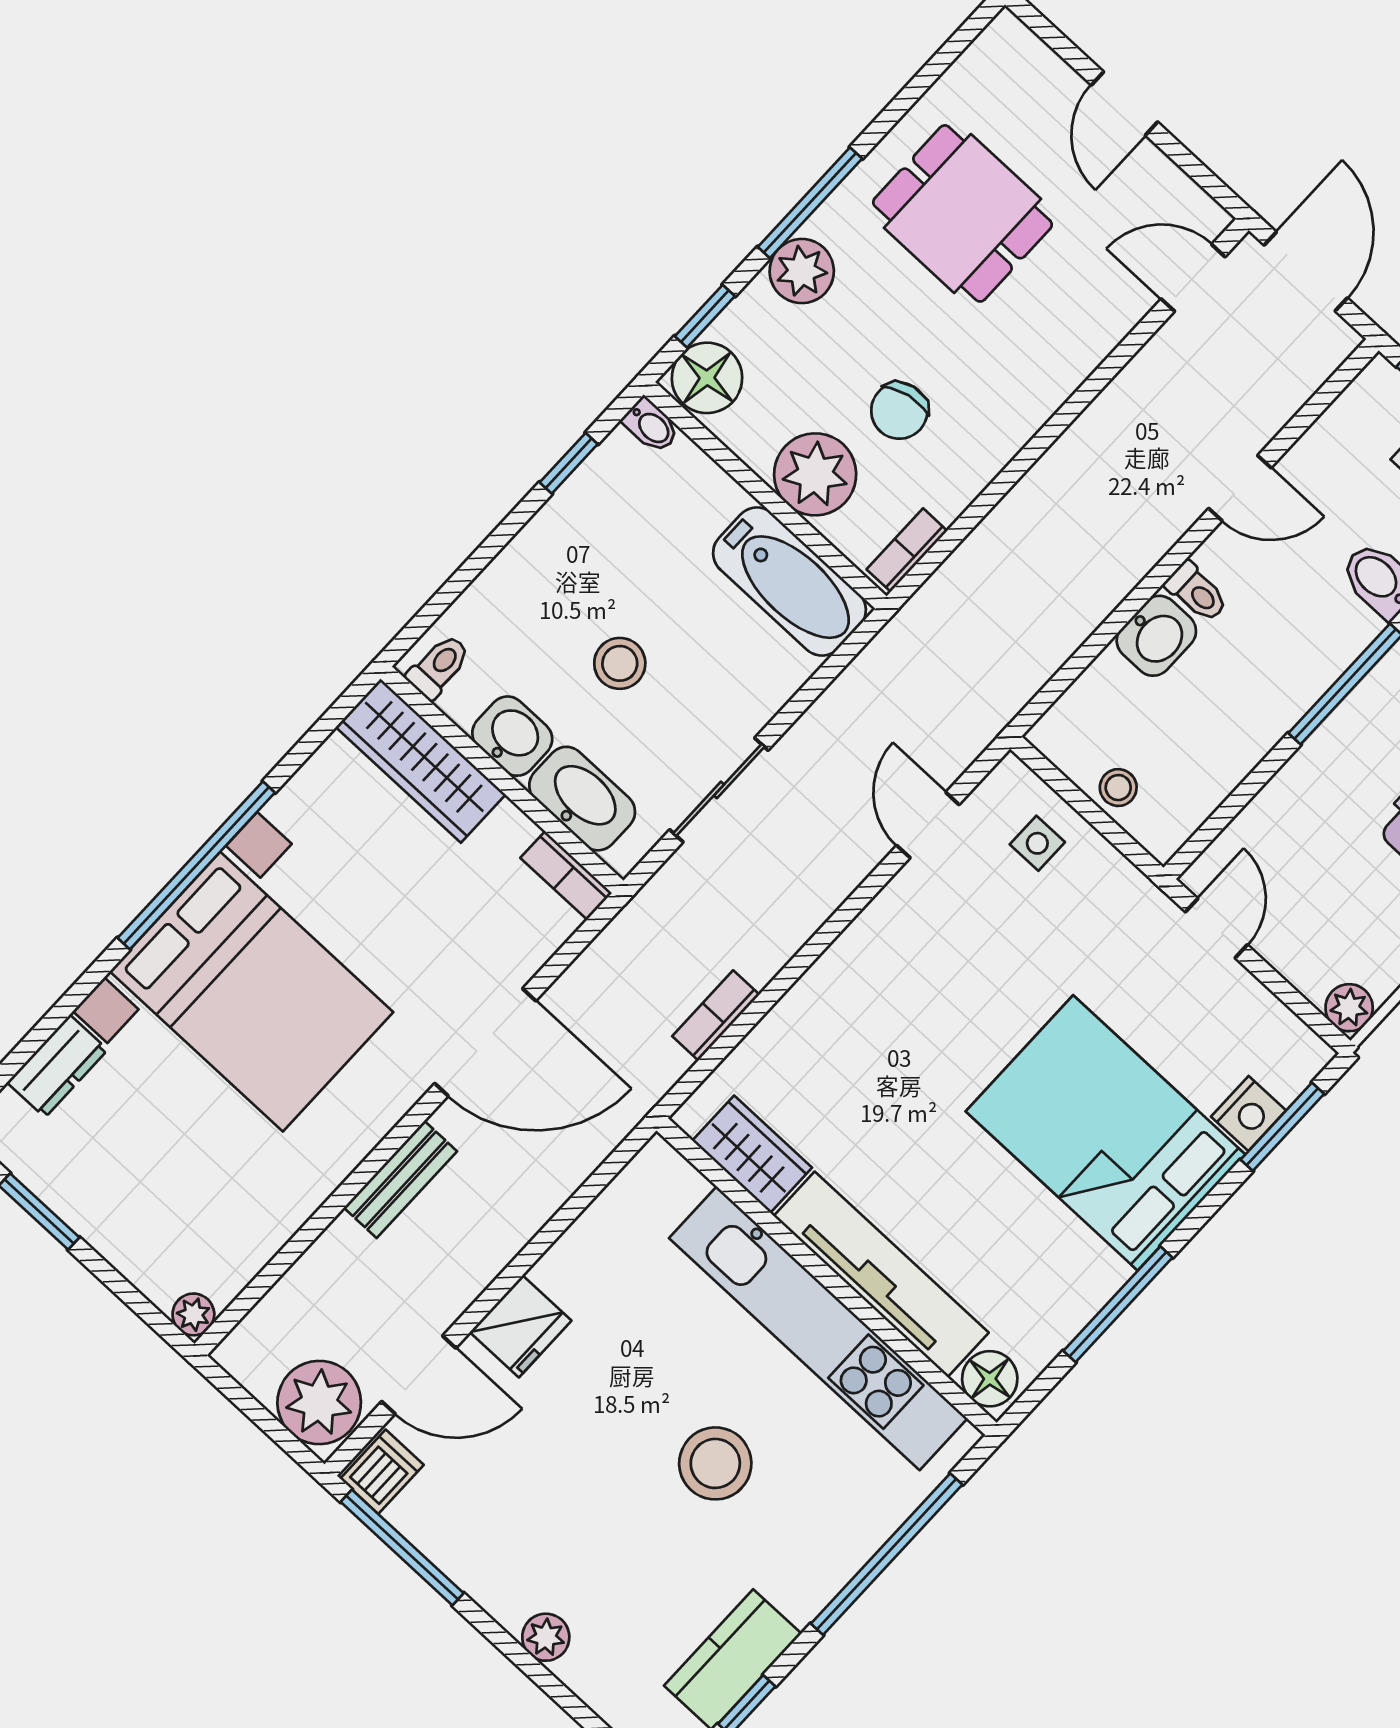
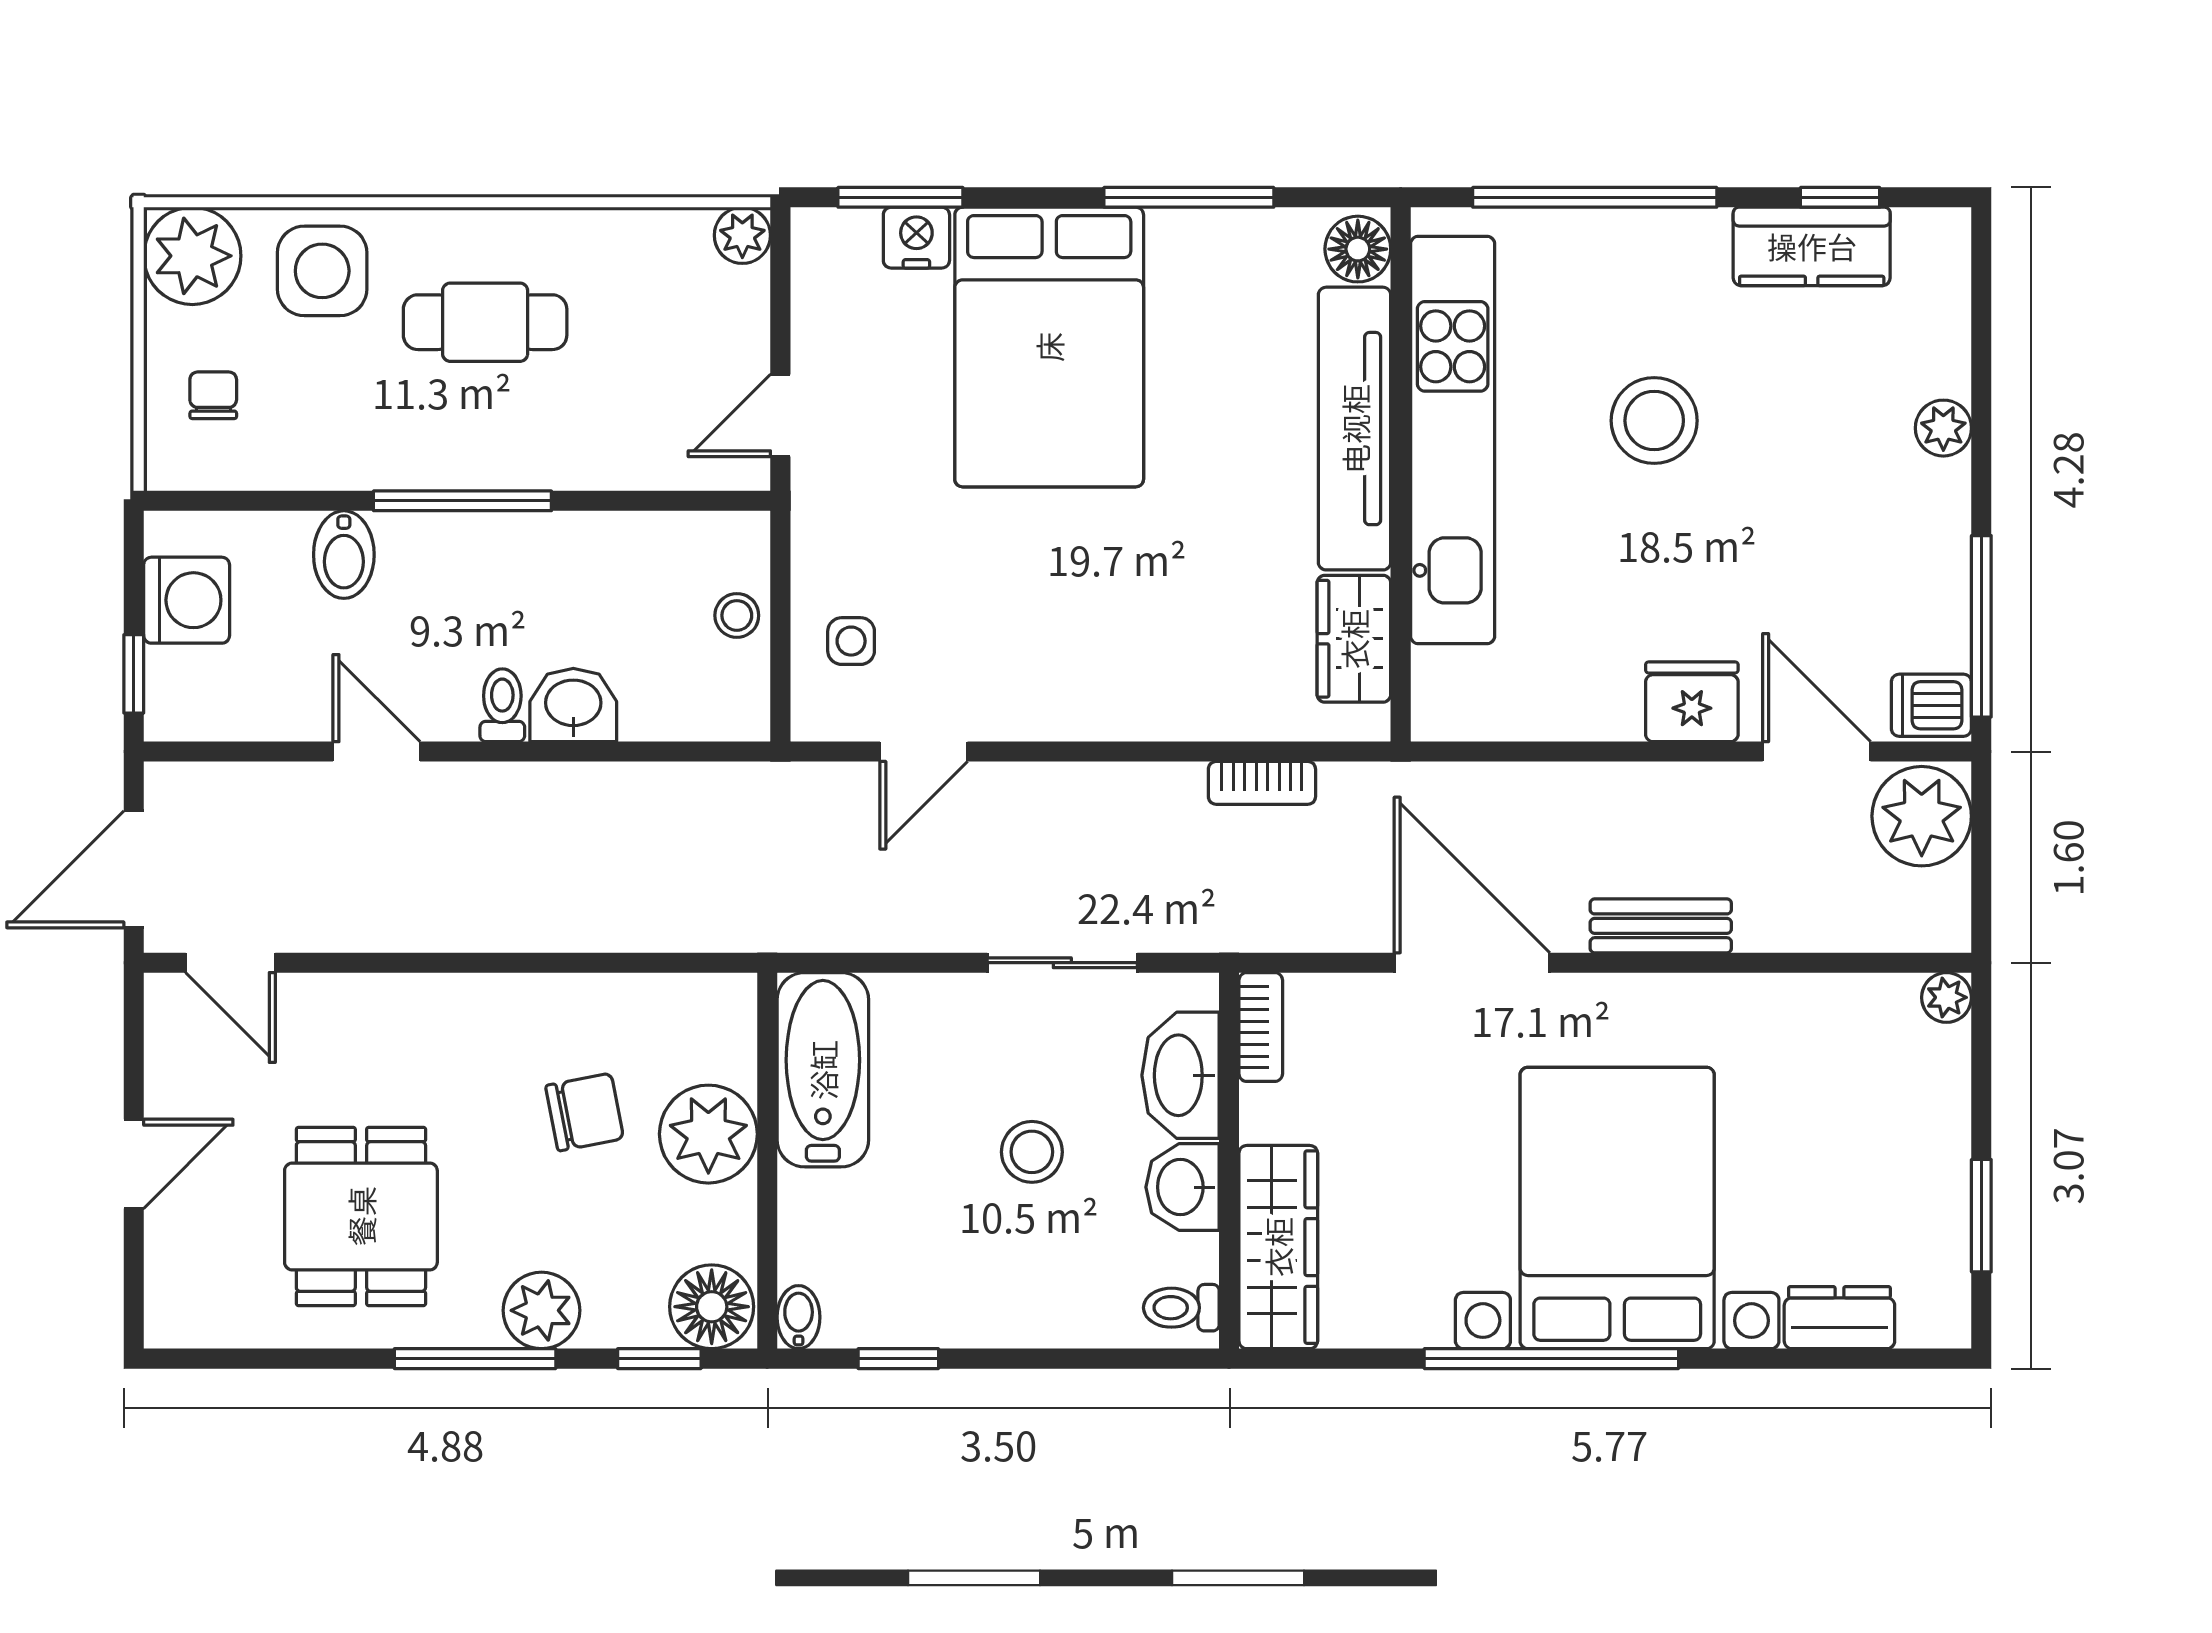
bookcase: (907, 550) -> (700, 992), removed

